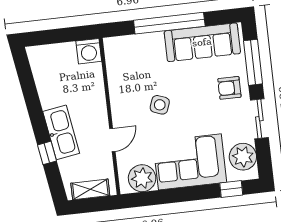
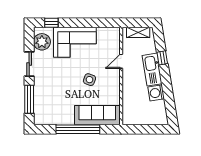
sofa: (202, 42) -> (97, 115), moved
washing machine: (89, 51) -> (156, 93), moved, turned -99
armchair: (229, 88) -> (45, 85), removed
plant: (142, 178) -> (106, 36), removed

